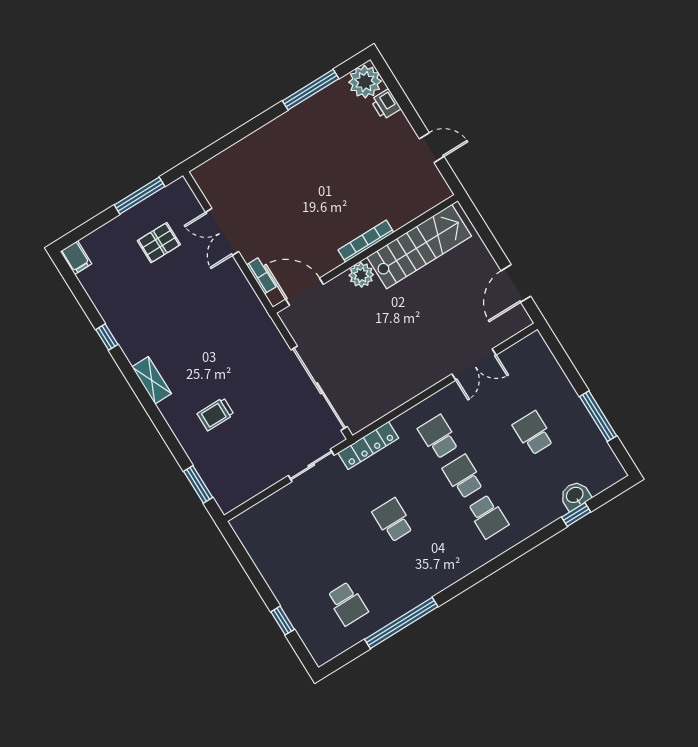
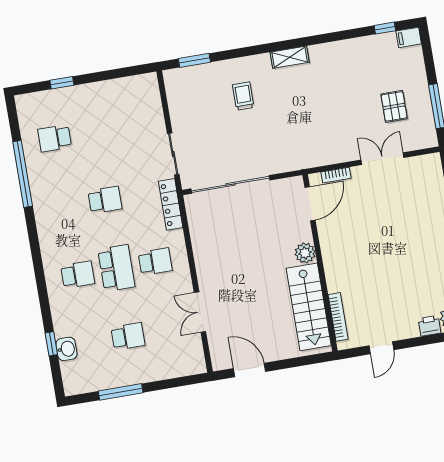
bookcase: (366, 241) -> (338, 317), moved
window: (107, 337) -> (385, 28), moved
school desk: (463, 477) -> (116, 268), width x1.85
school desk: (488, 517) -> (78, 275), turned 180

